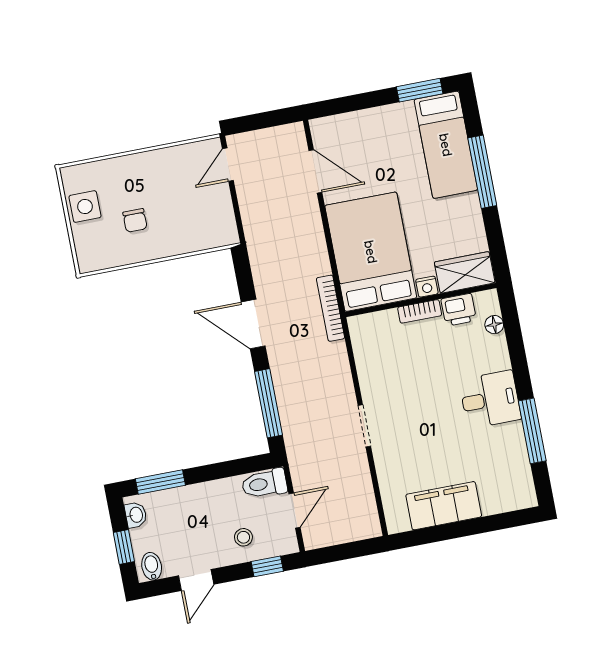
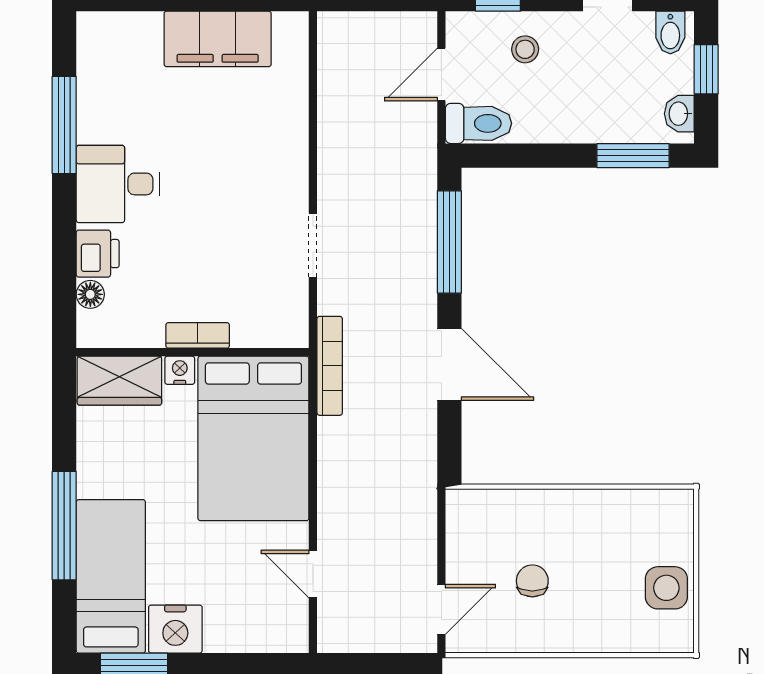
nightstand: (397, 119) -> (175, 629), added
door: (315, 171) -> (313, 574), width x0.73
chair: (135, 220) -> (532, 581), moved
printer: (459, 310) -> (98, 254), moved, turned 90
doorway: (364, 426) -> (313, 245), moved

